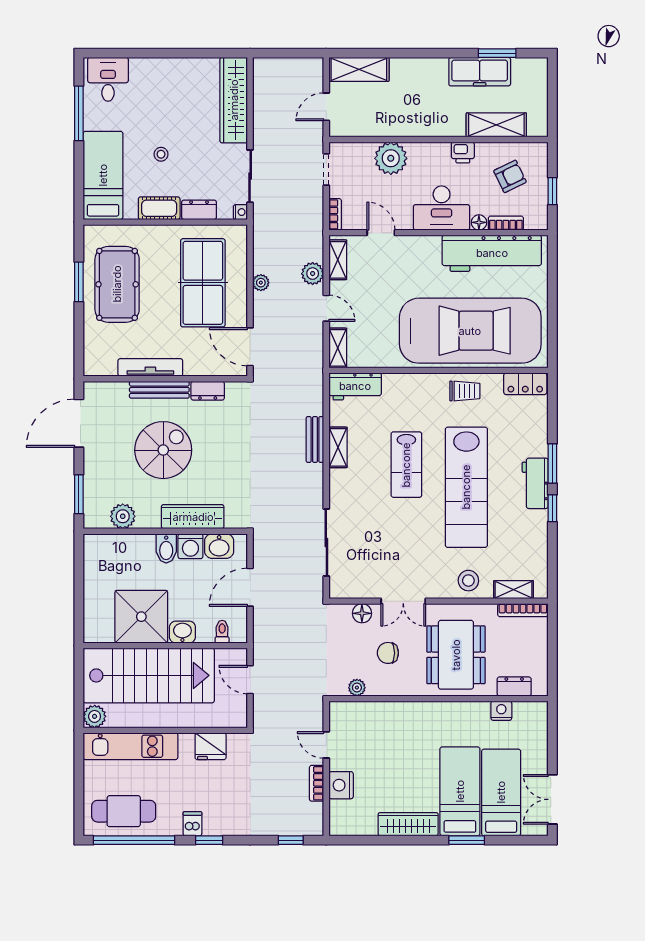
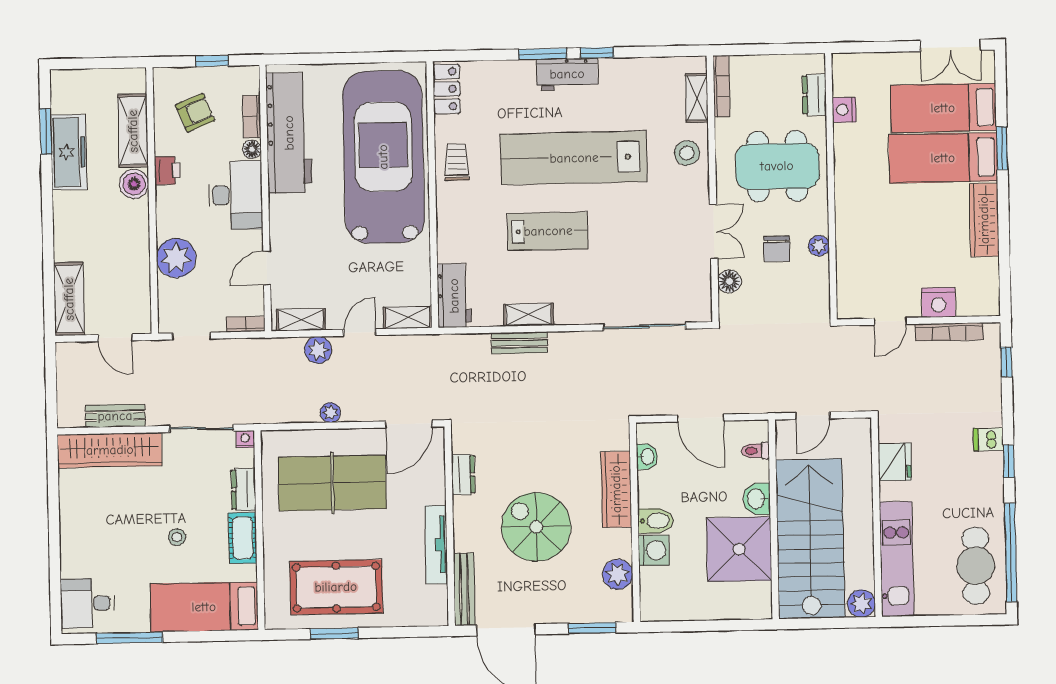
bench: (262, 105) -> (115, 416), added
boiler: (452, 125) -> (134, 184), added
armchair: (510, 176) -> (195, 113), turned 94
bench: (159, 390) -> (464, 589), moved
lab bench: (466, 487) -> (574, 158), turned 180
washing machine: (190, 546) -> (654, 550), moved
washbasin: (219, 546) -> (647, 457), width x0.72, depth x0.69
plant: (357, 688) -> (819, 246), moved
bookcase: (317, 783) -> (949, 332), width x1.56
dishwasher: (192, 824) -> (988, 439), moved

